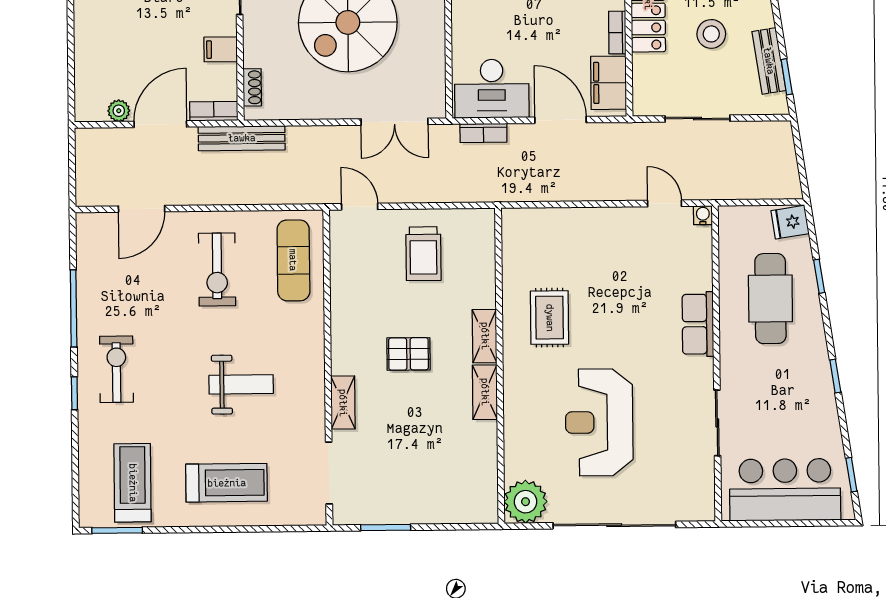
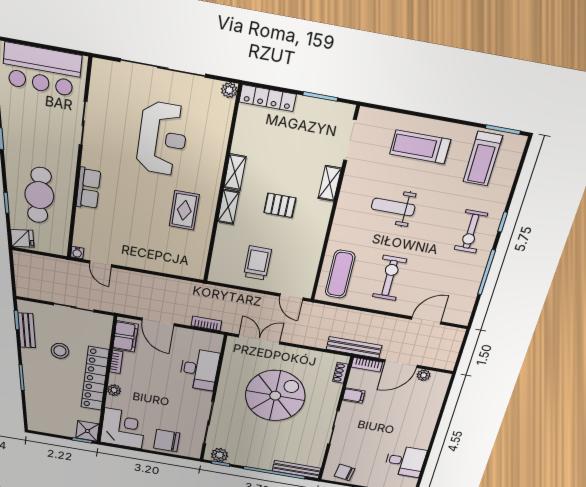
desk: (492, 89) -> (199, 369), moved, turned 90
plant: (526, 502) -> (229, 90), width x0.53, depth x0.53
locker: (459, 511) -> (268, 98), added

